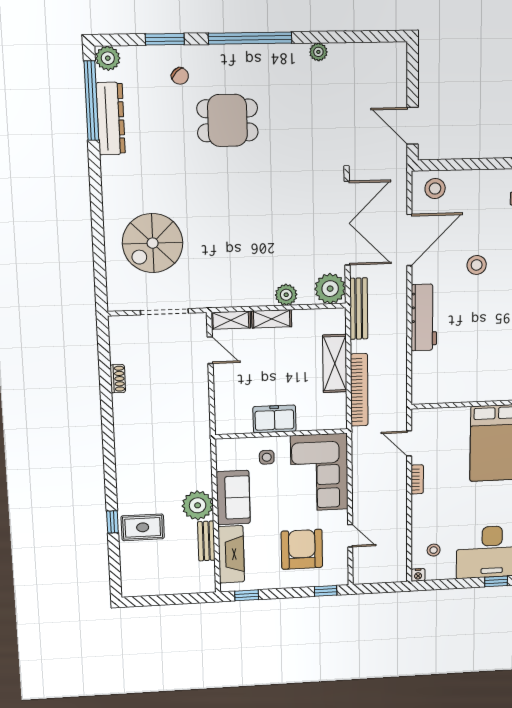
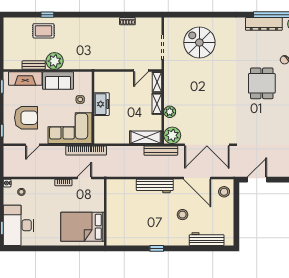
shelving: (335, 363) -> (146, 137), moved
bookcase: (359, 390) -> (86, 151), moved
rug: (143, 527) -> (43, 31), turned 90

